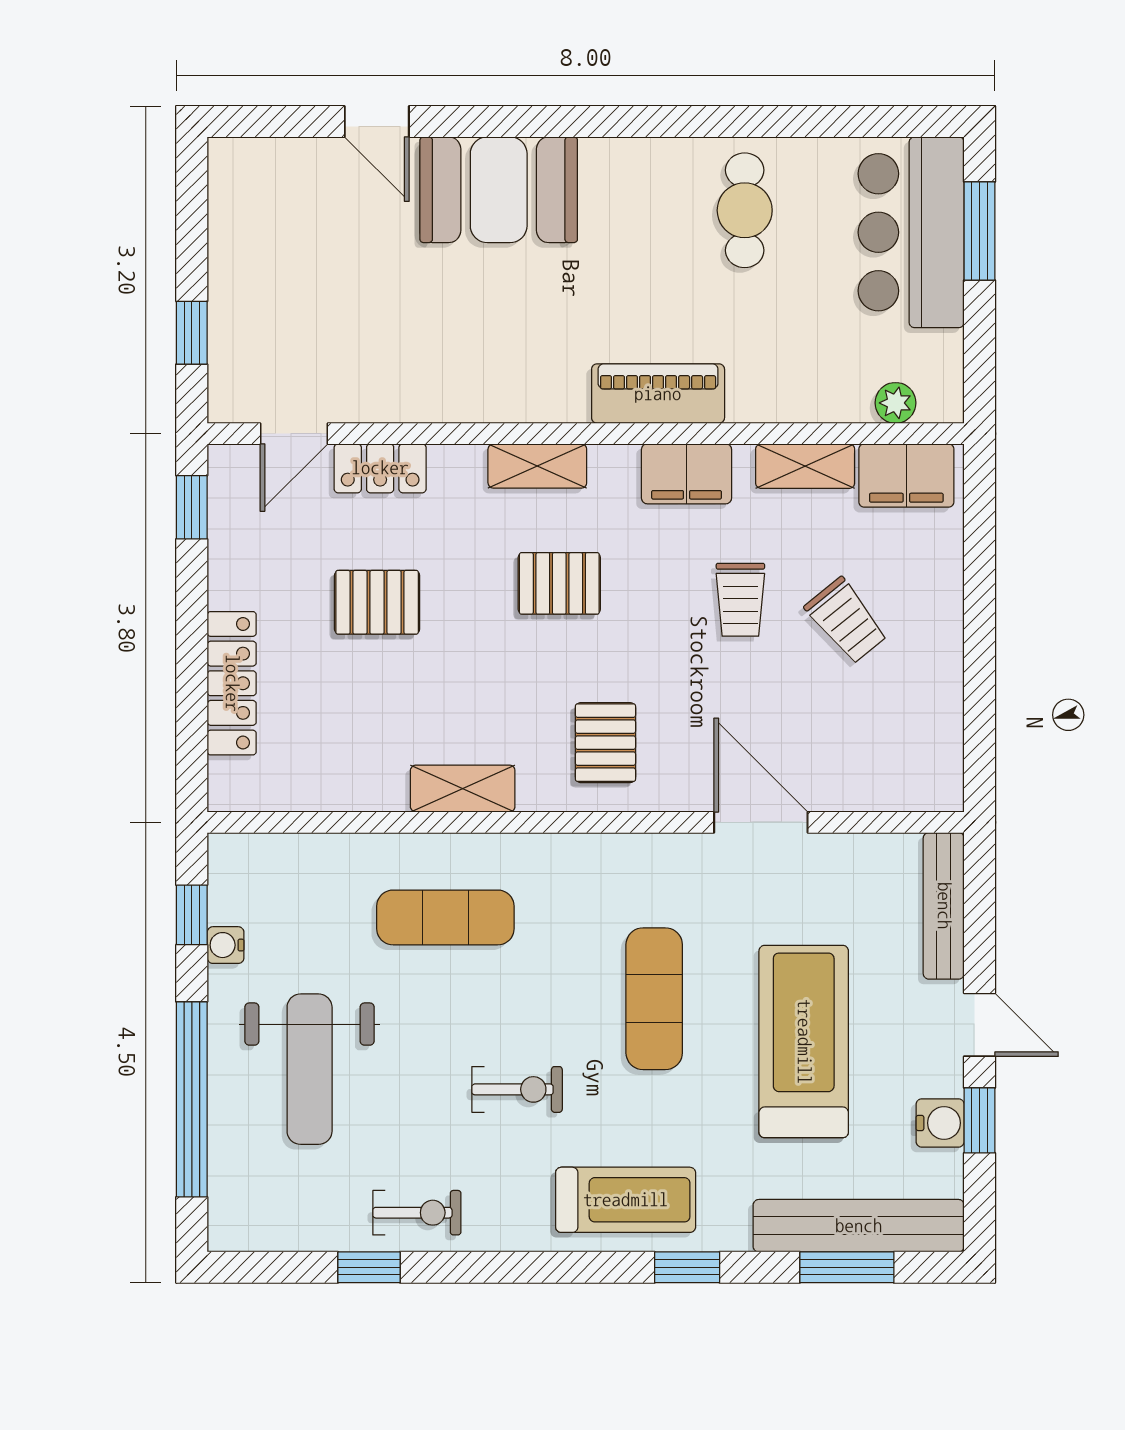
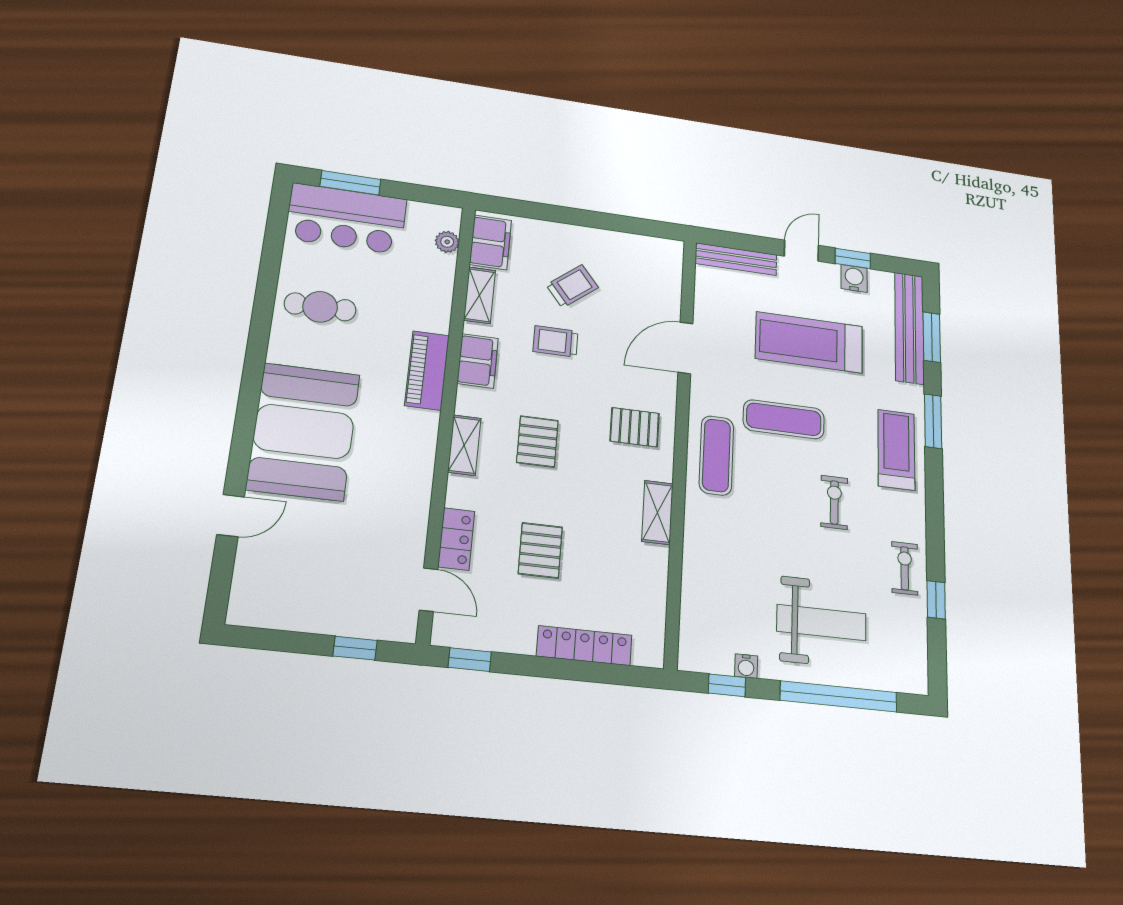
booth: (499, 190) -> (304, 431), width x1.36, depth x1.42
trolley: (740, 600) -> (555, 341), turned 180
exercise mat: (445, 917) -> (716, 455), moved
window: (687, 1267) -> (933, 421), width x1.50

